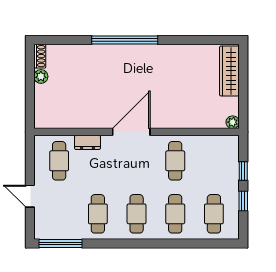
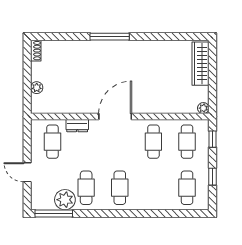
window: (125, 40) -> (110, 37), width x0.68
plant: (41, 76) -> (37, 88), moved
window: (243, 171) -> (212, 139), moved
cafe table: (175, 214) -> (187, 142), moved
plant: (73, 228) -> (65, 200), added

